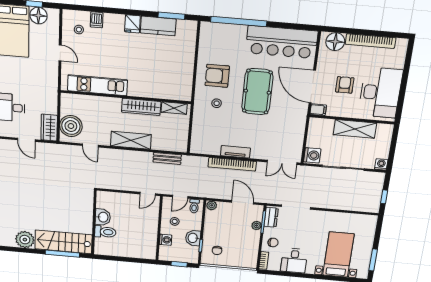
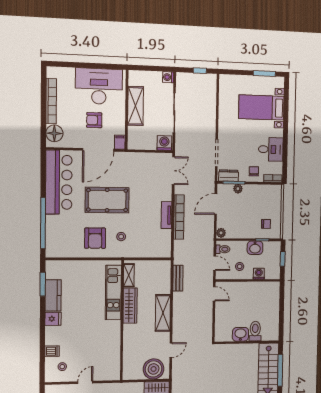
kitchen unit: (97, 85) -> (113, 293), moved

